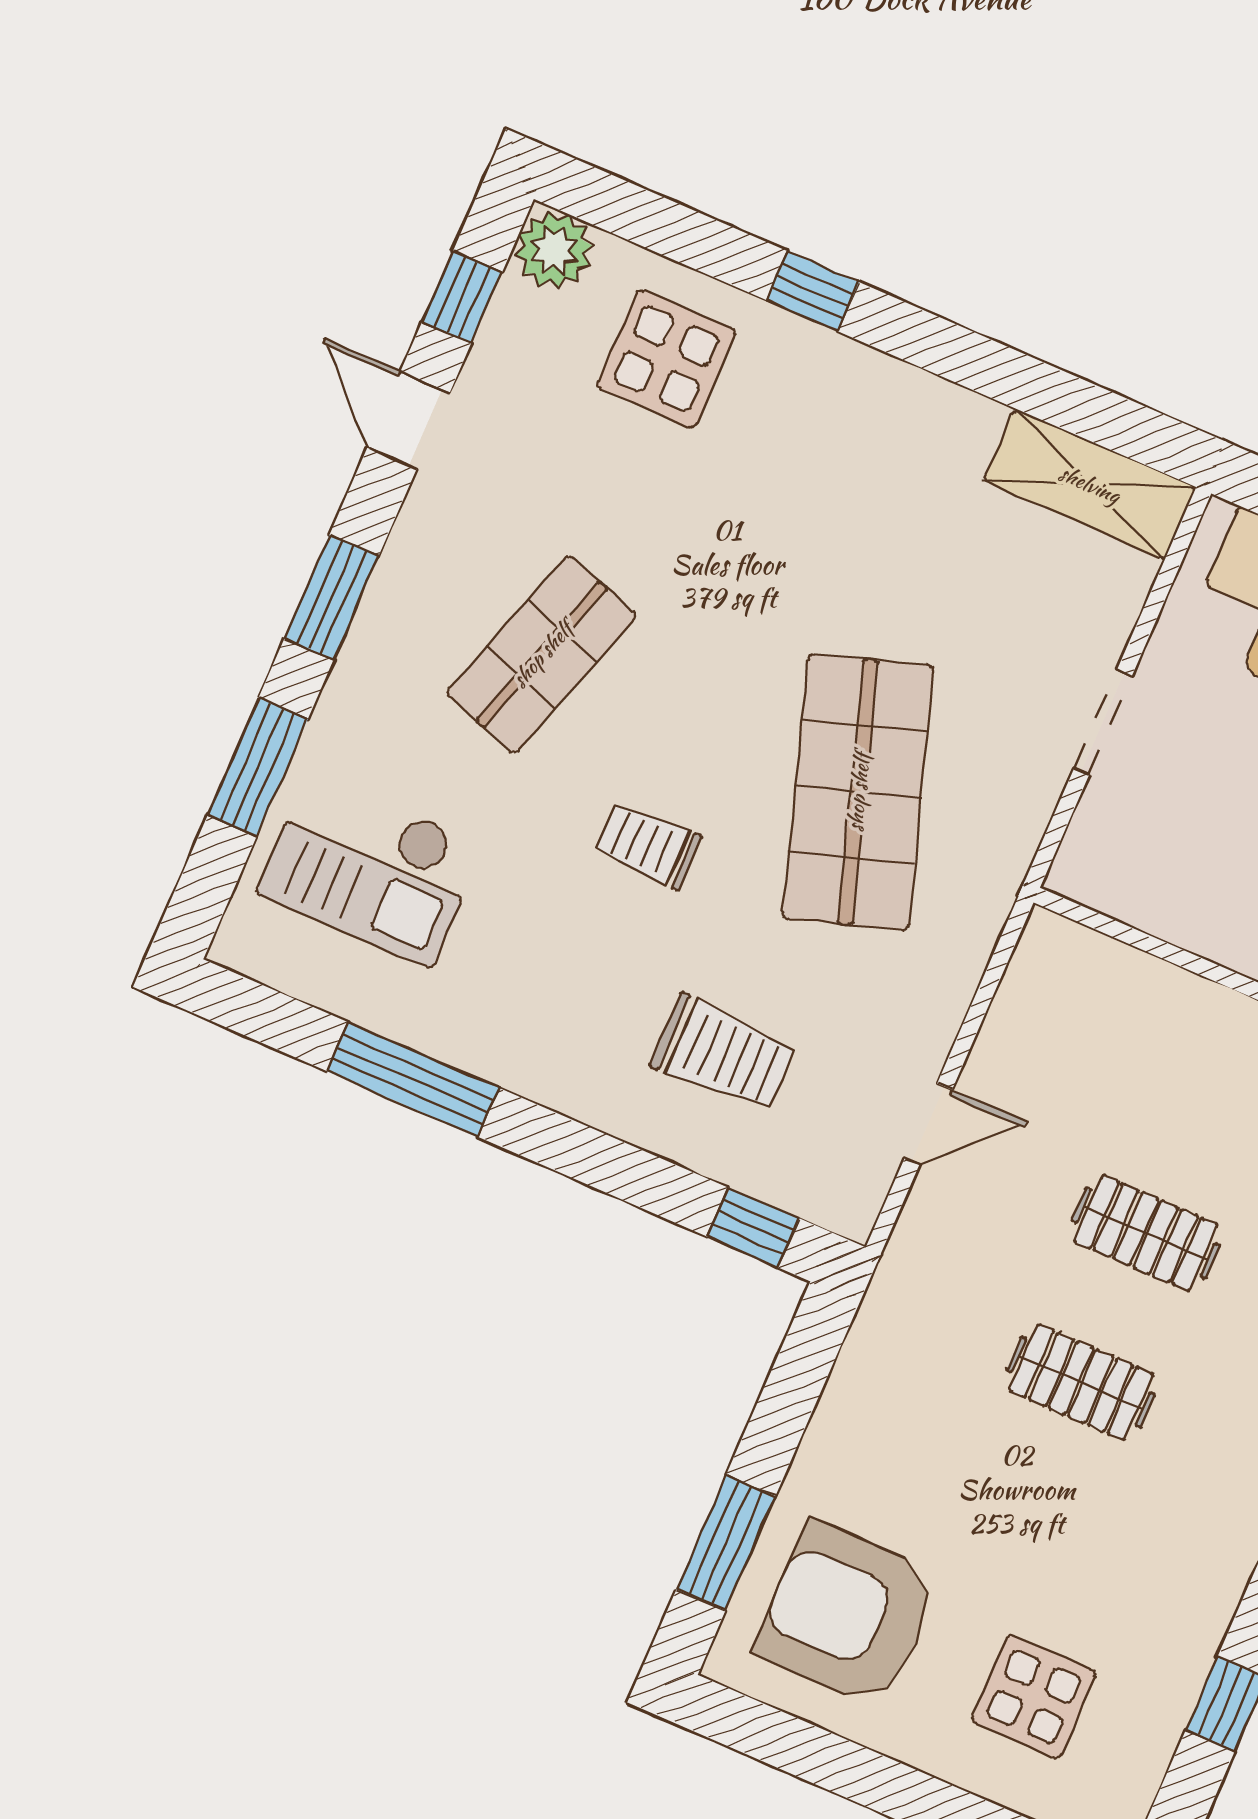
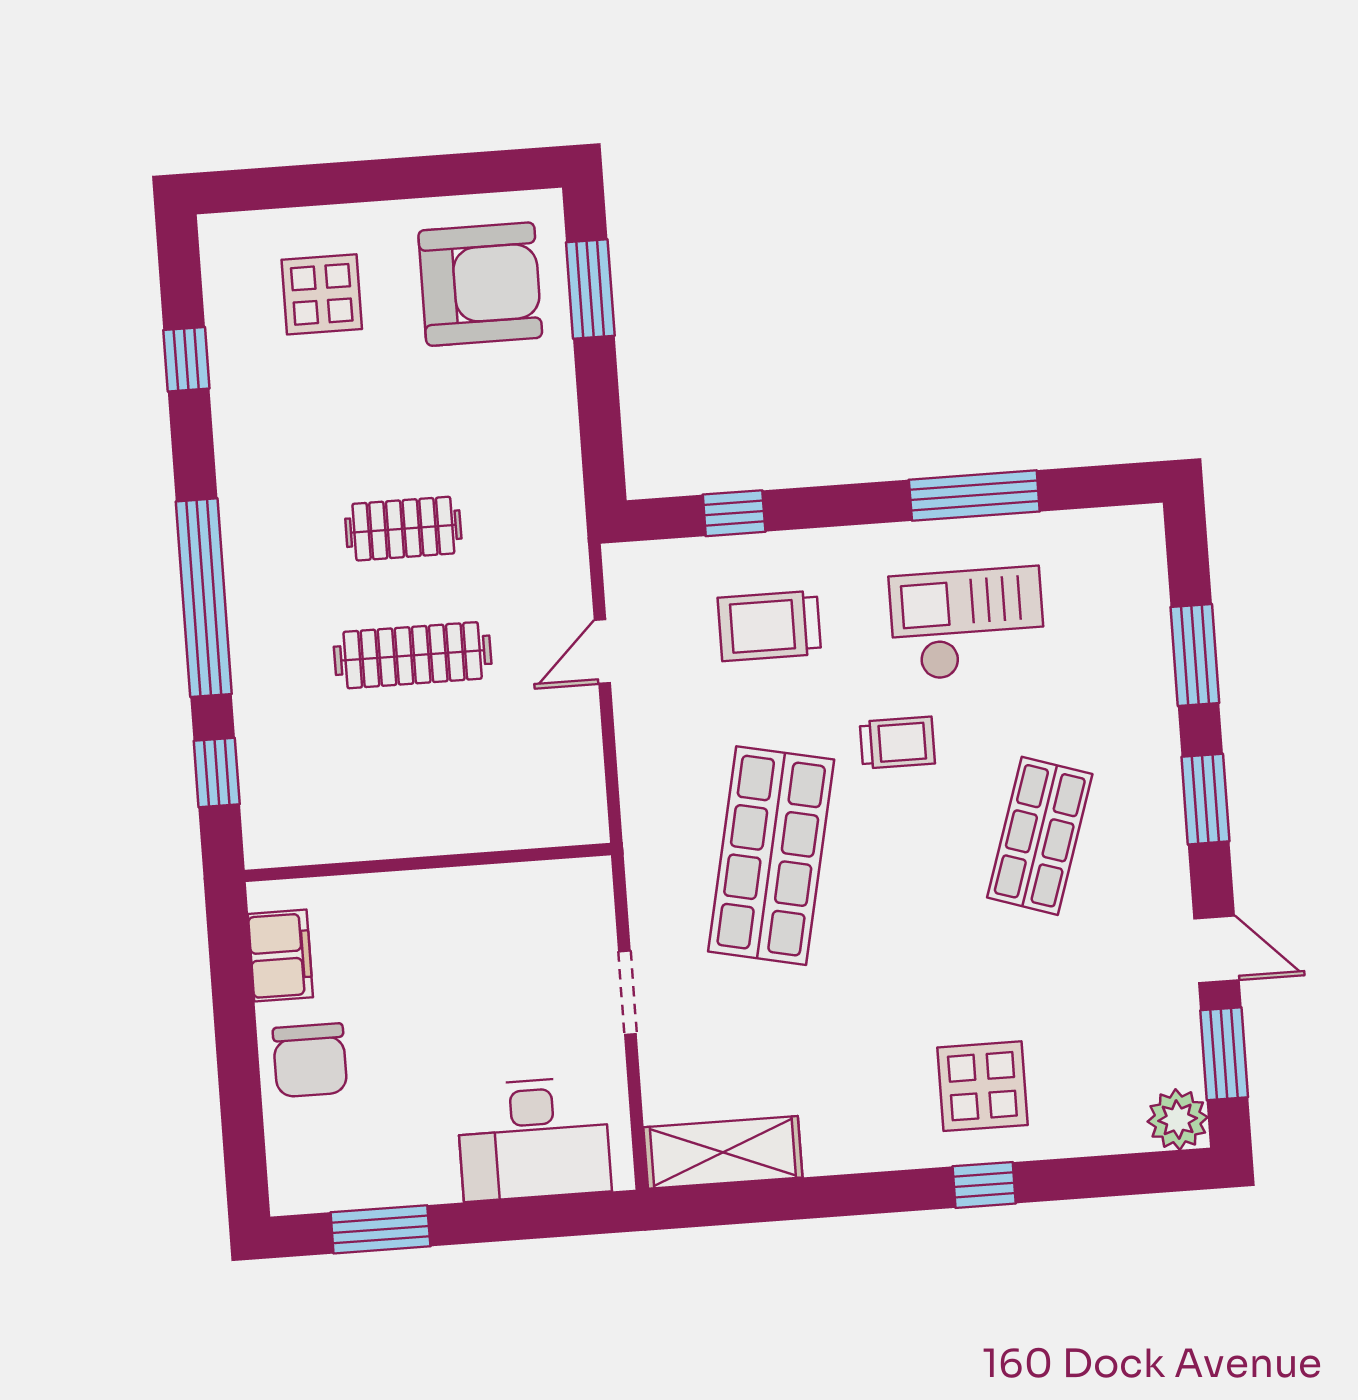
window: (462, 297) -> (1224, 1054), width x1.50
display table: (667, 359) -> (982, 1086), moved
shop shelf: (858, 792) -> (771, 856), turned 30
checkout: (370, 869) -> (967, 624), moved
window: (753, 1228) -> (734, 513), moved
clothes rail: (1146, 1233) -> (413, 655), width x1.36

